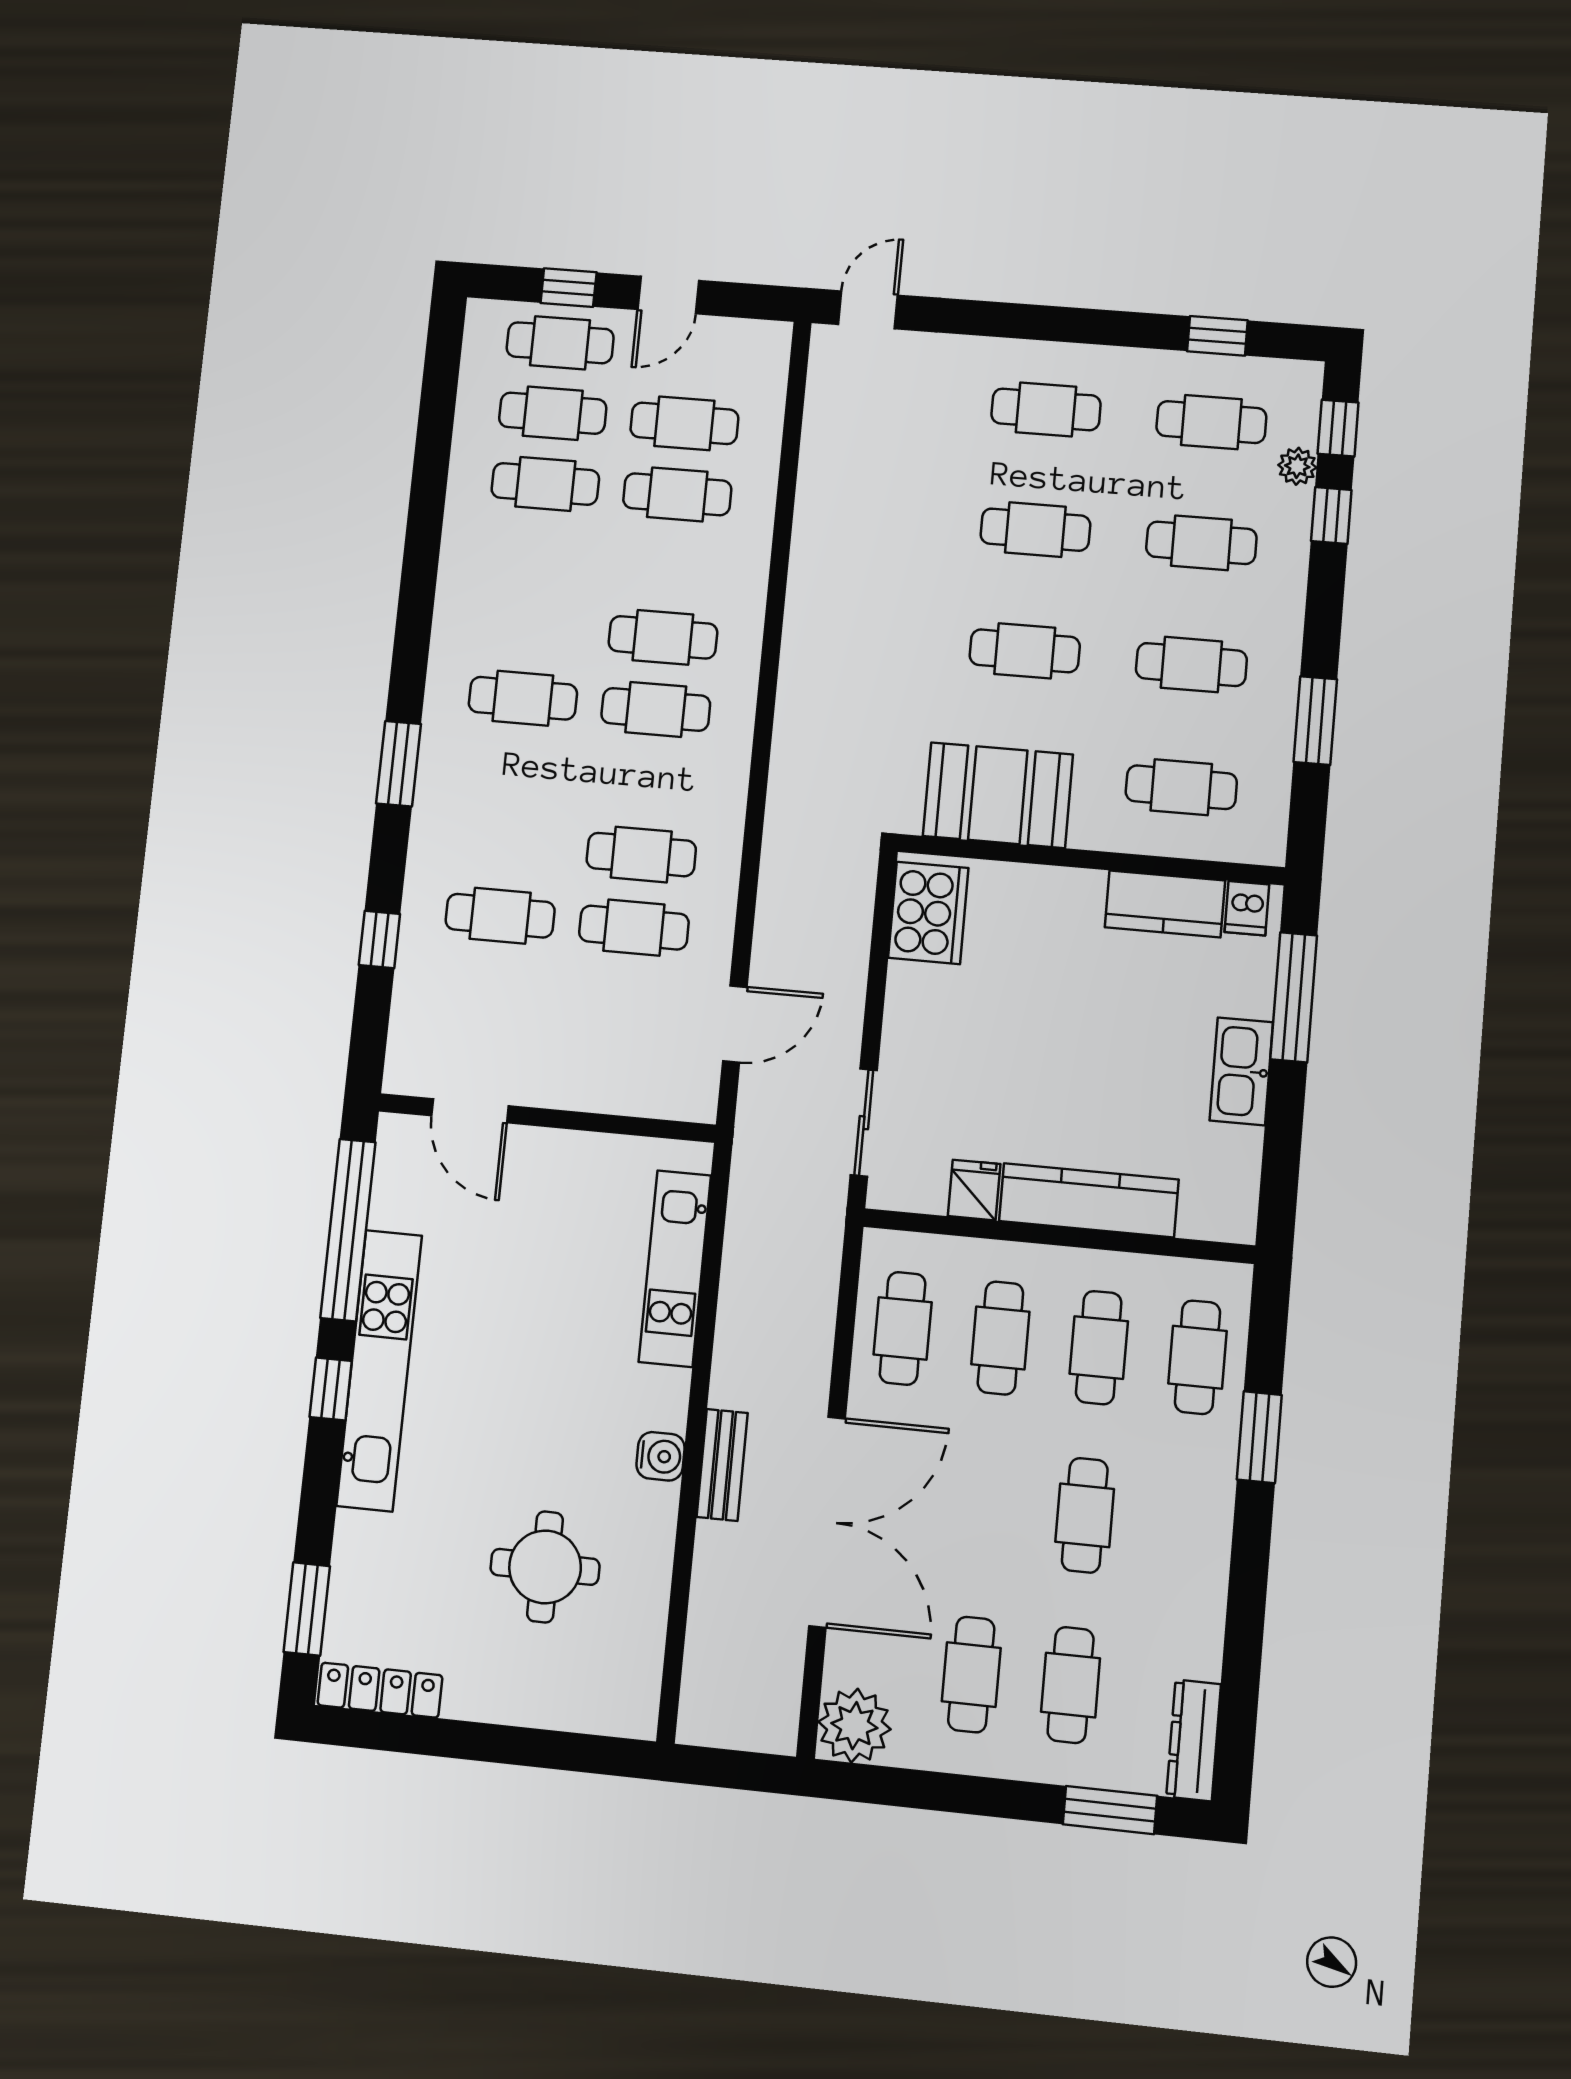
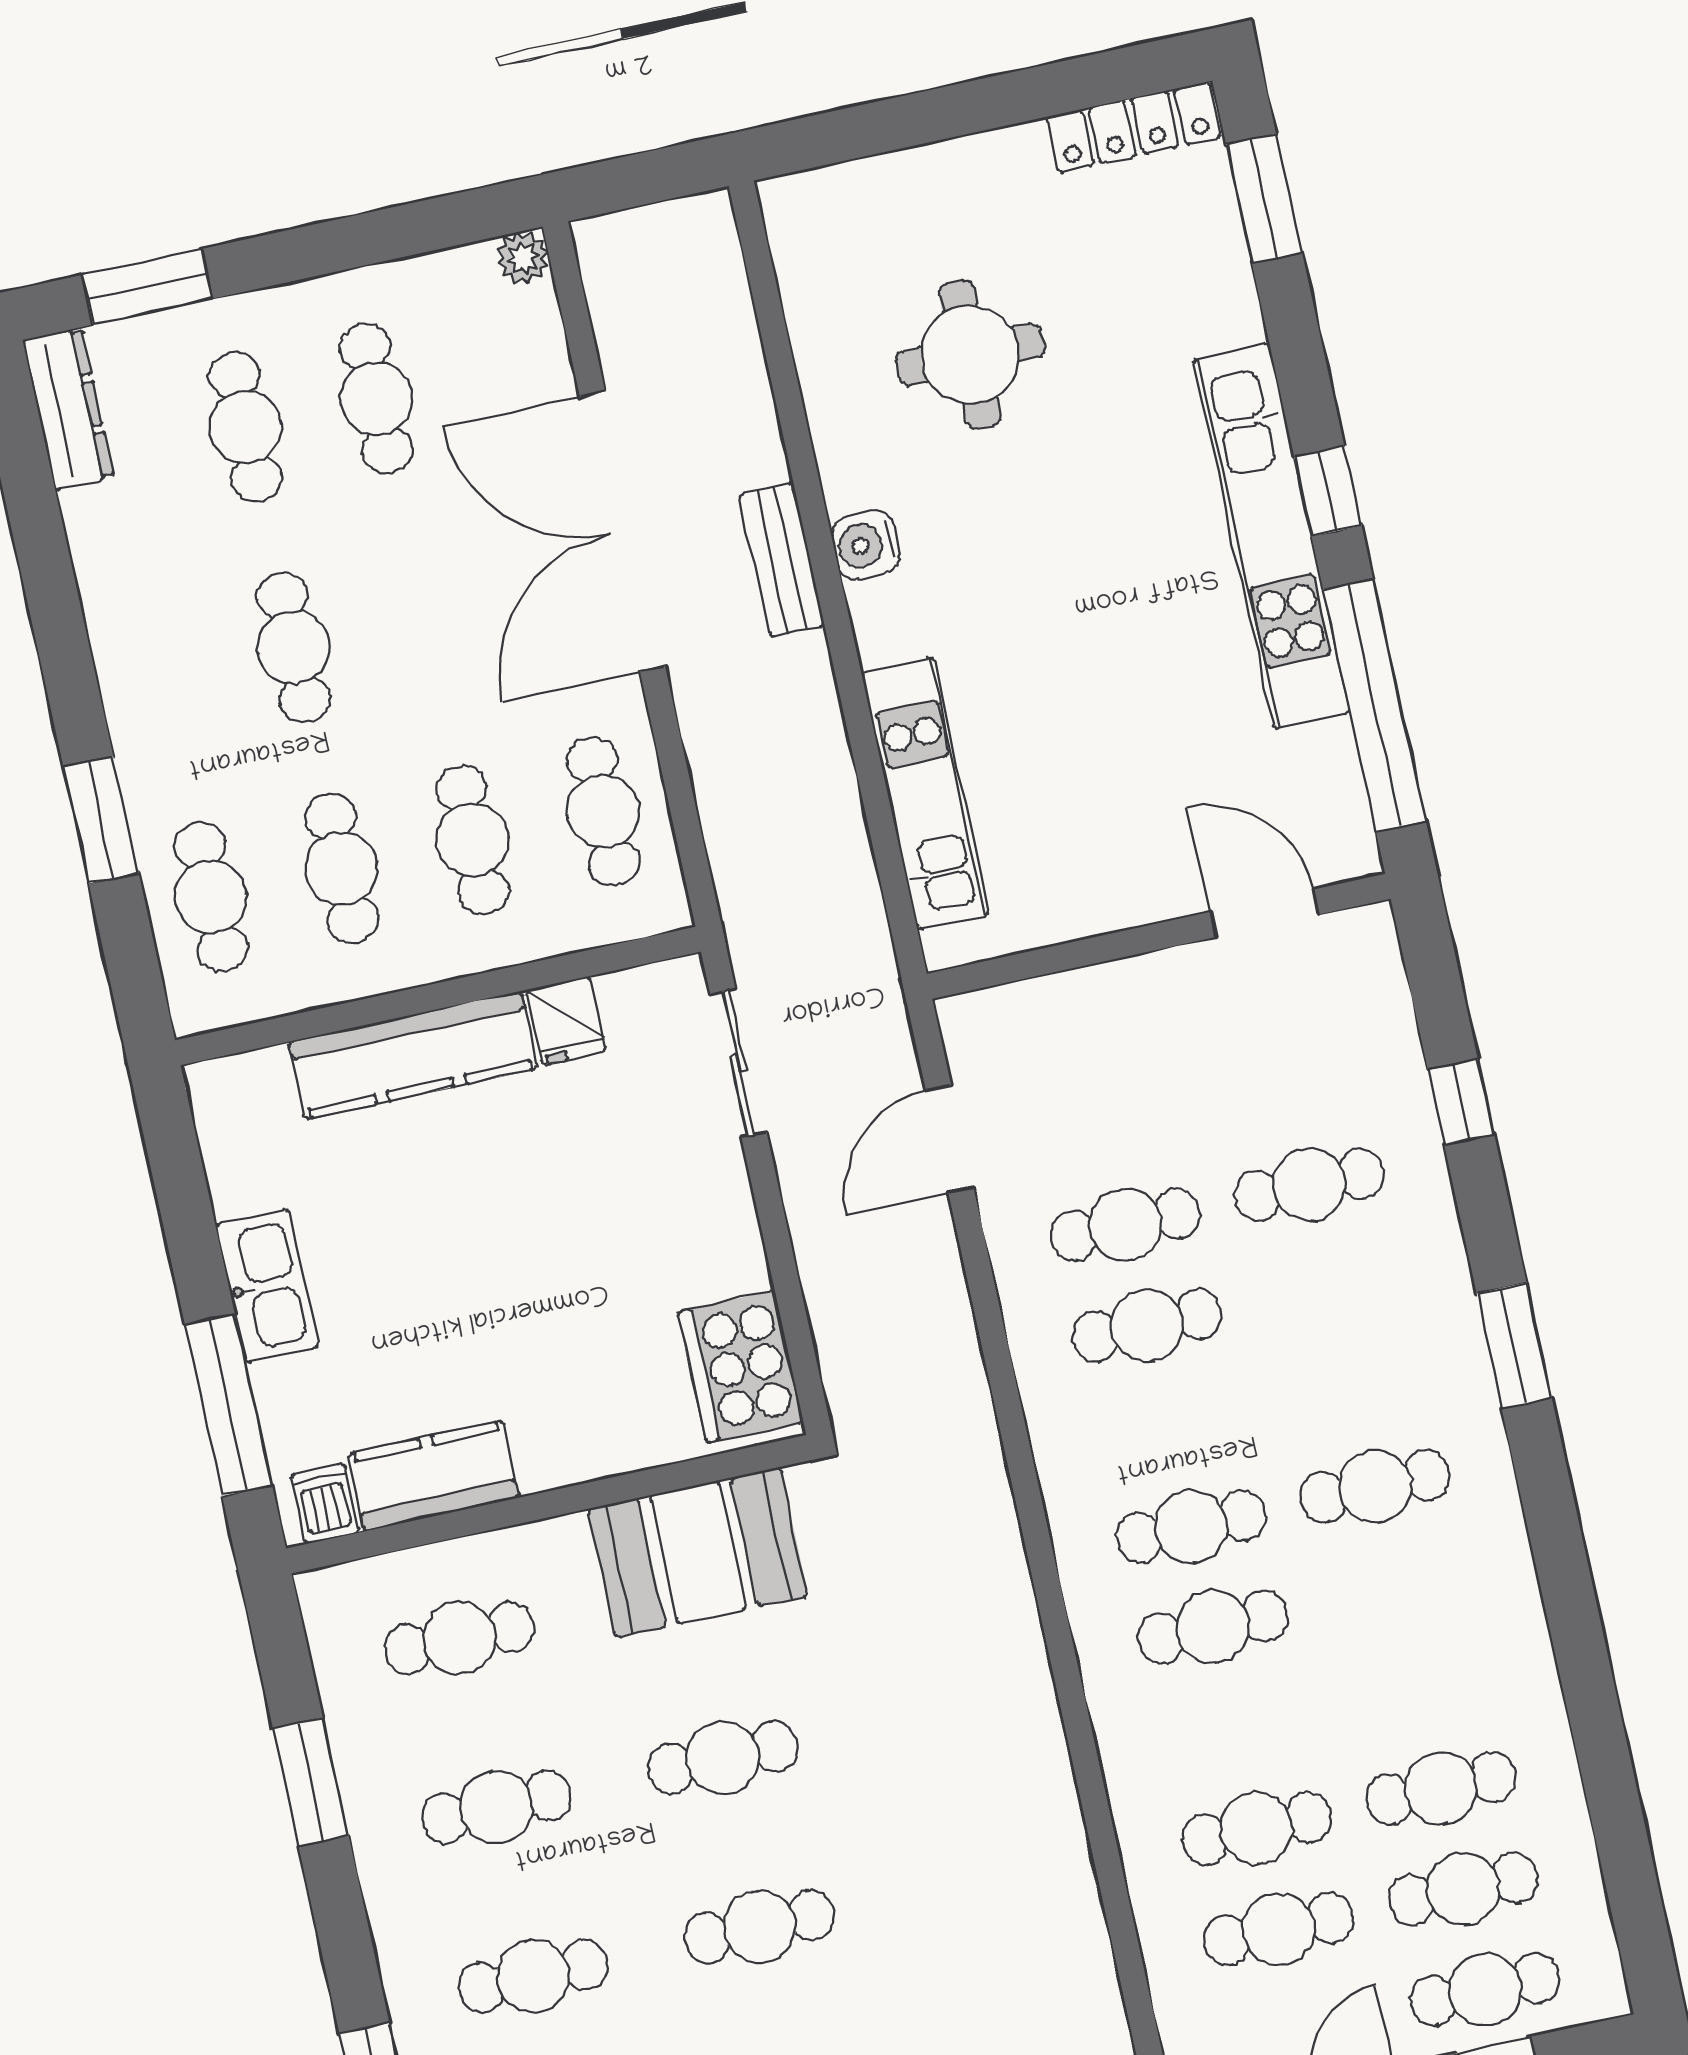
plant: (854, 1726) -> (523, 258), width x0.53, depth x0.53

